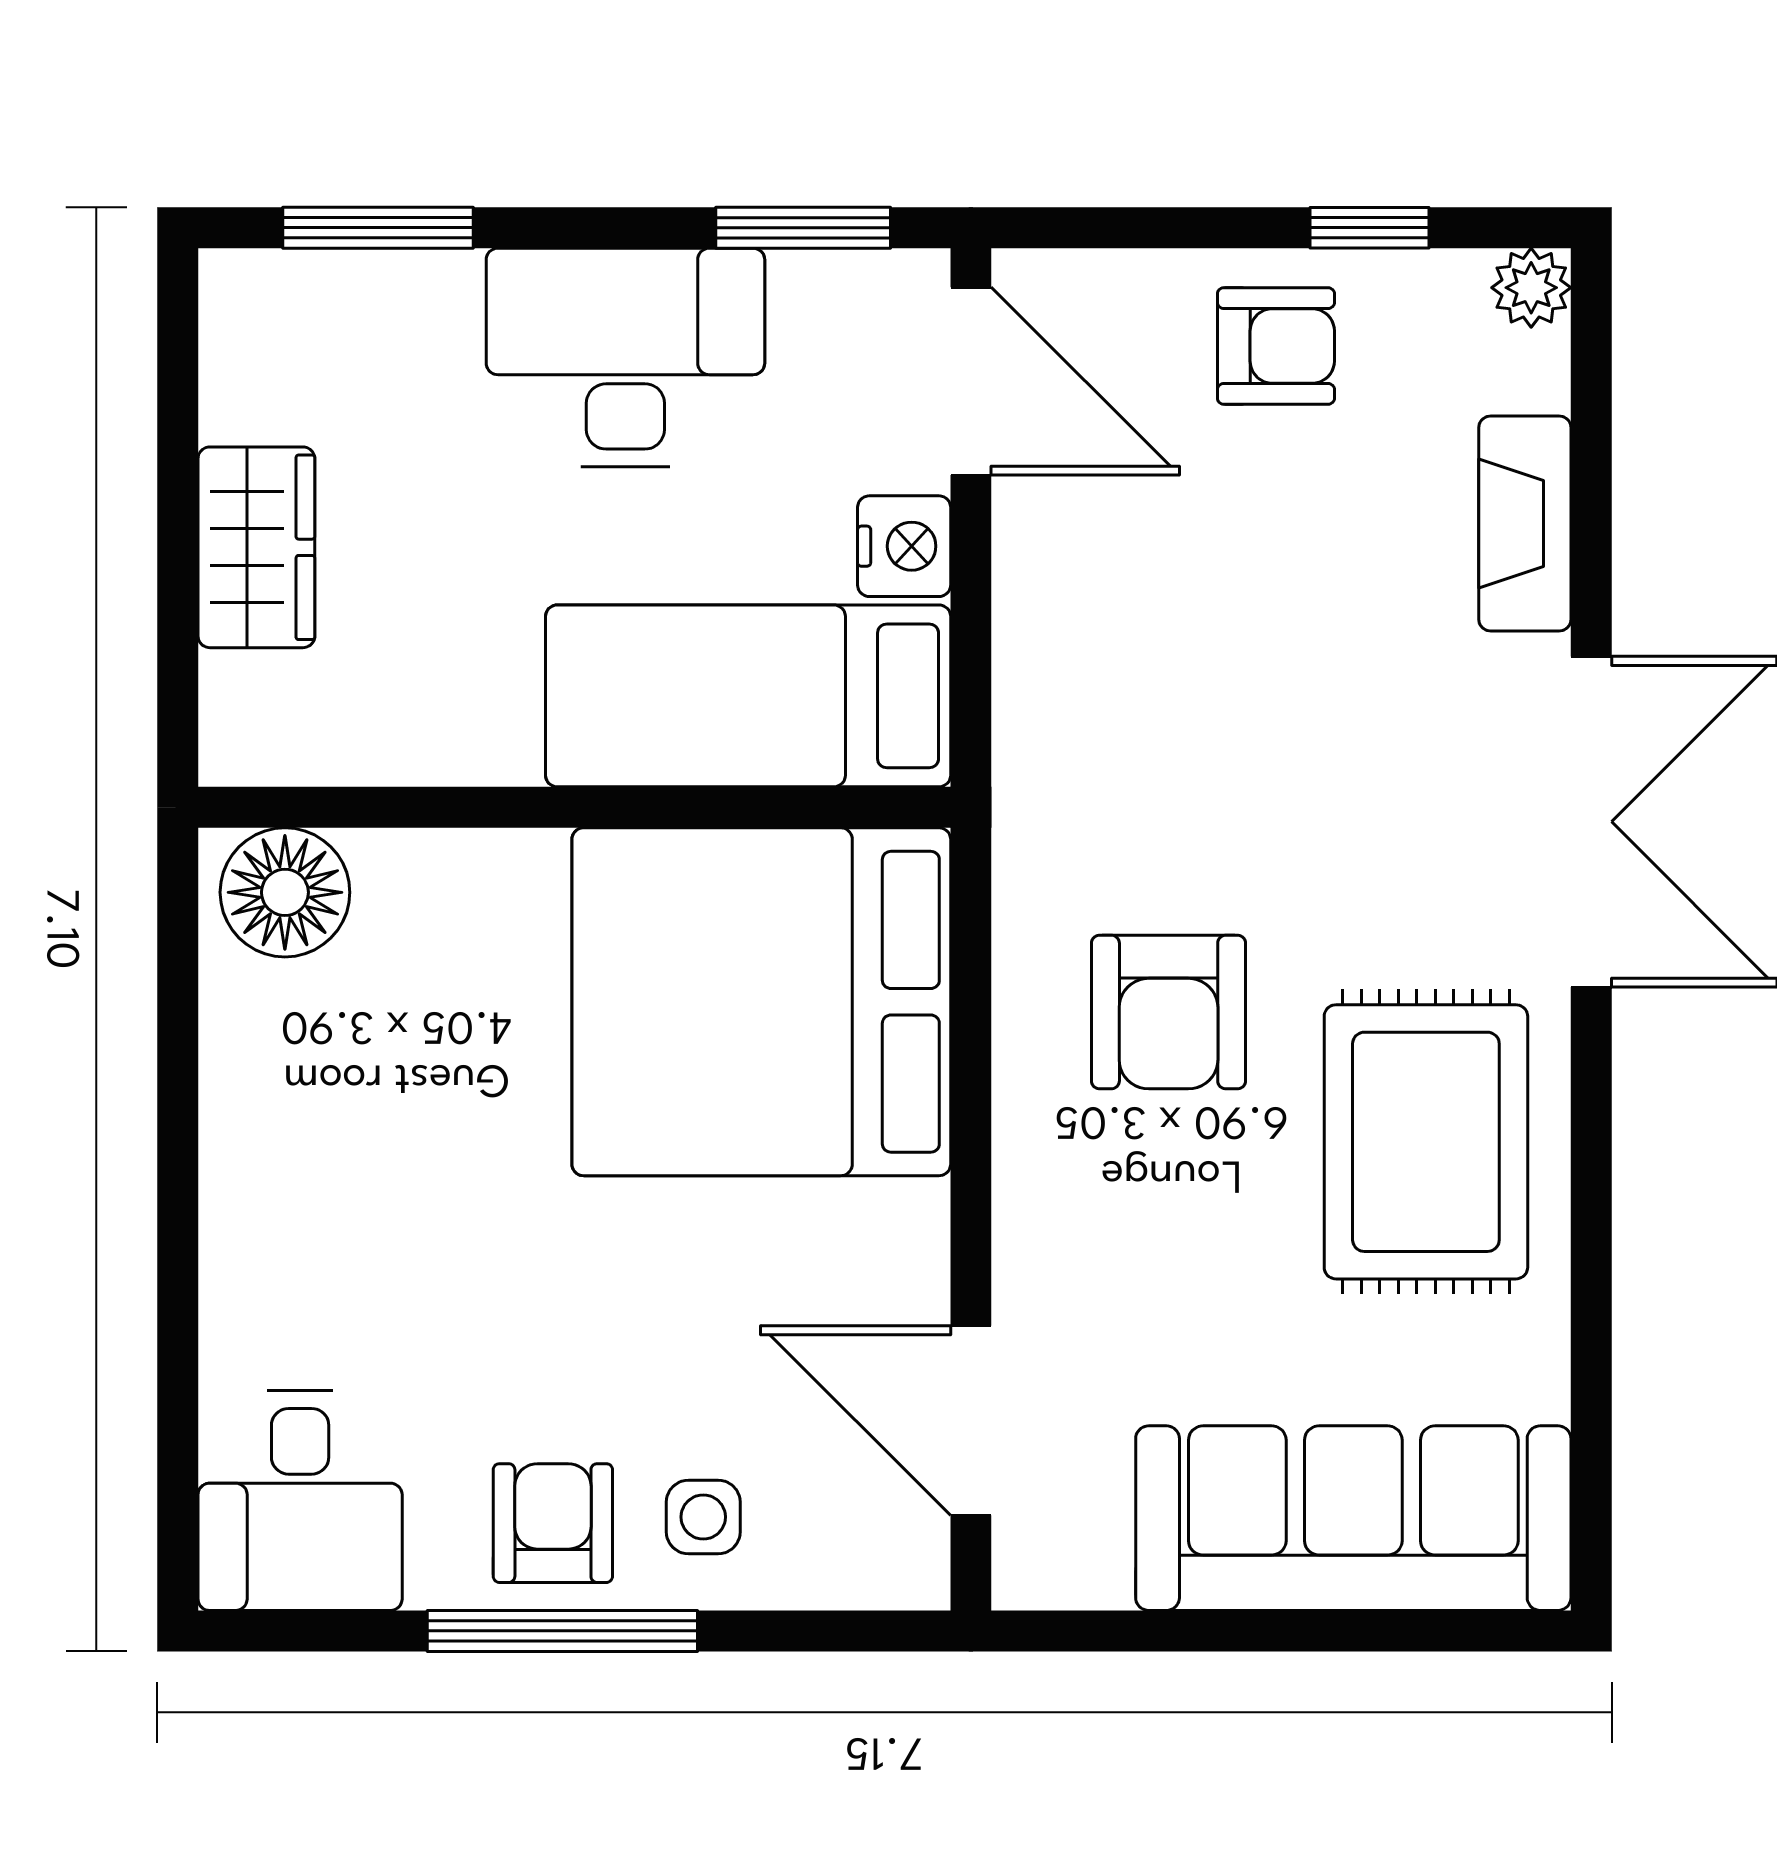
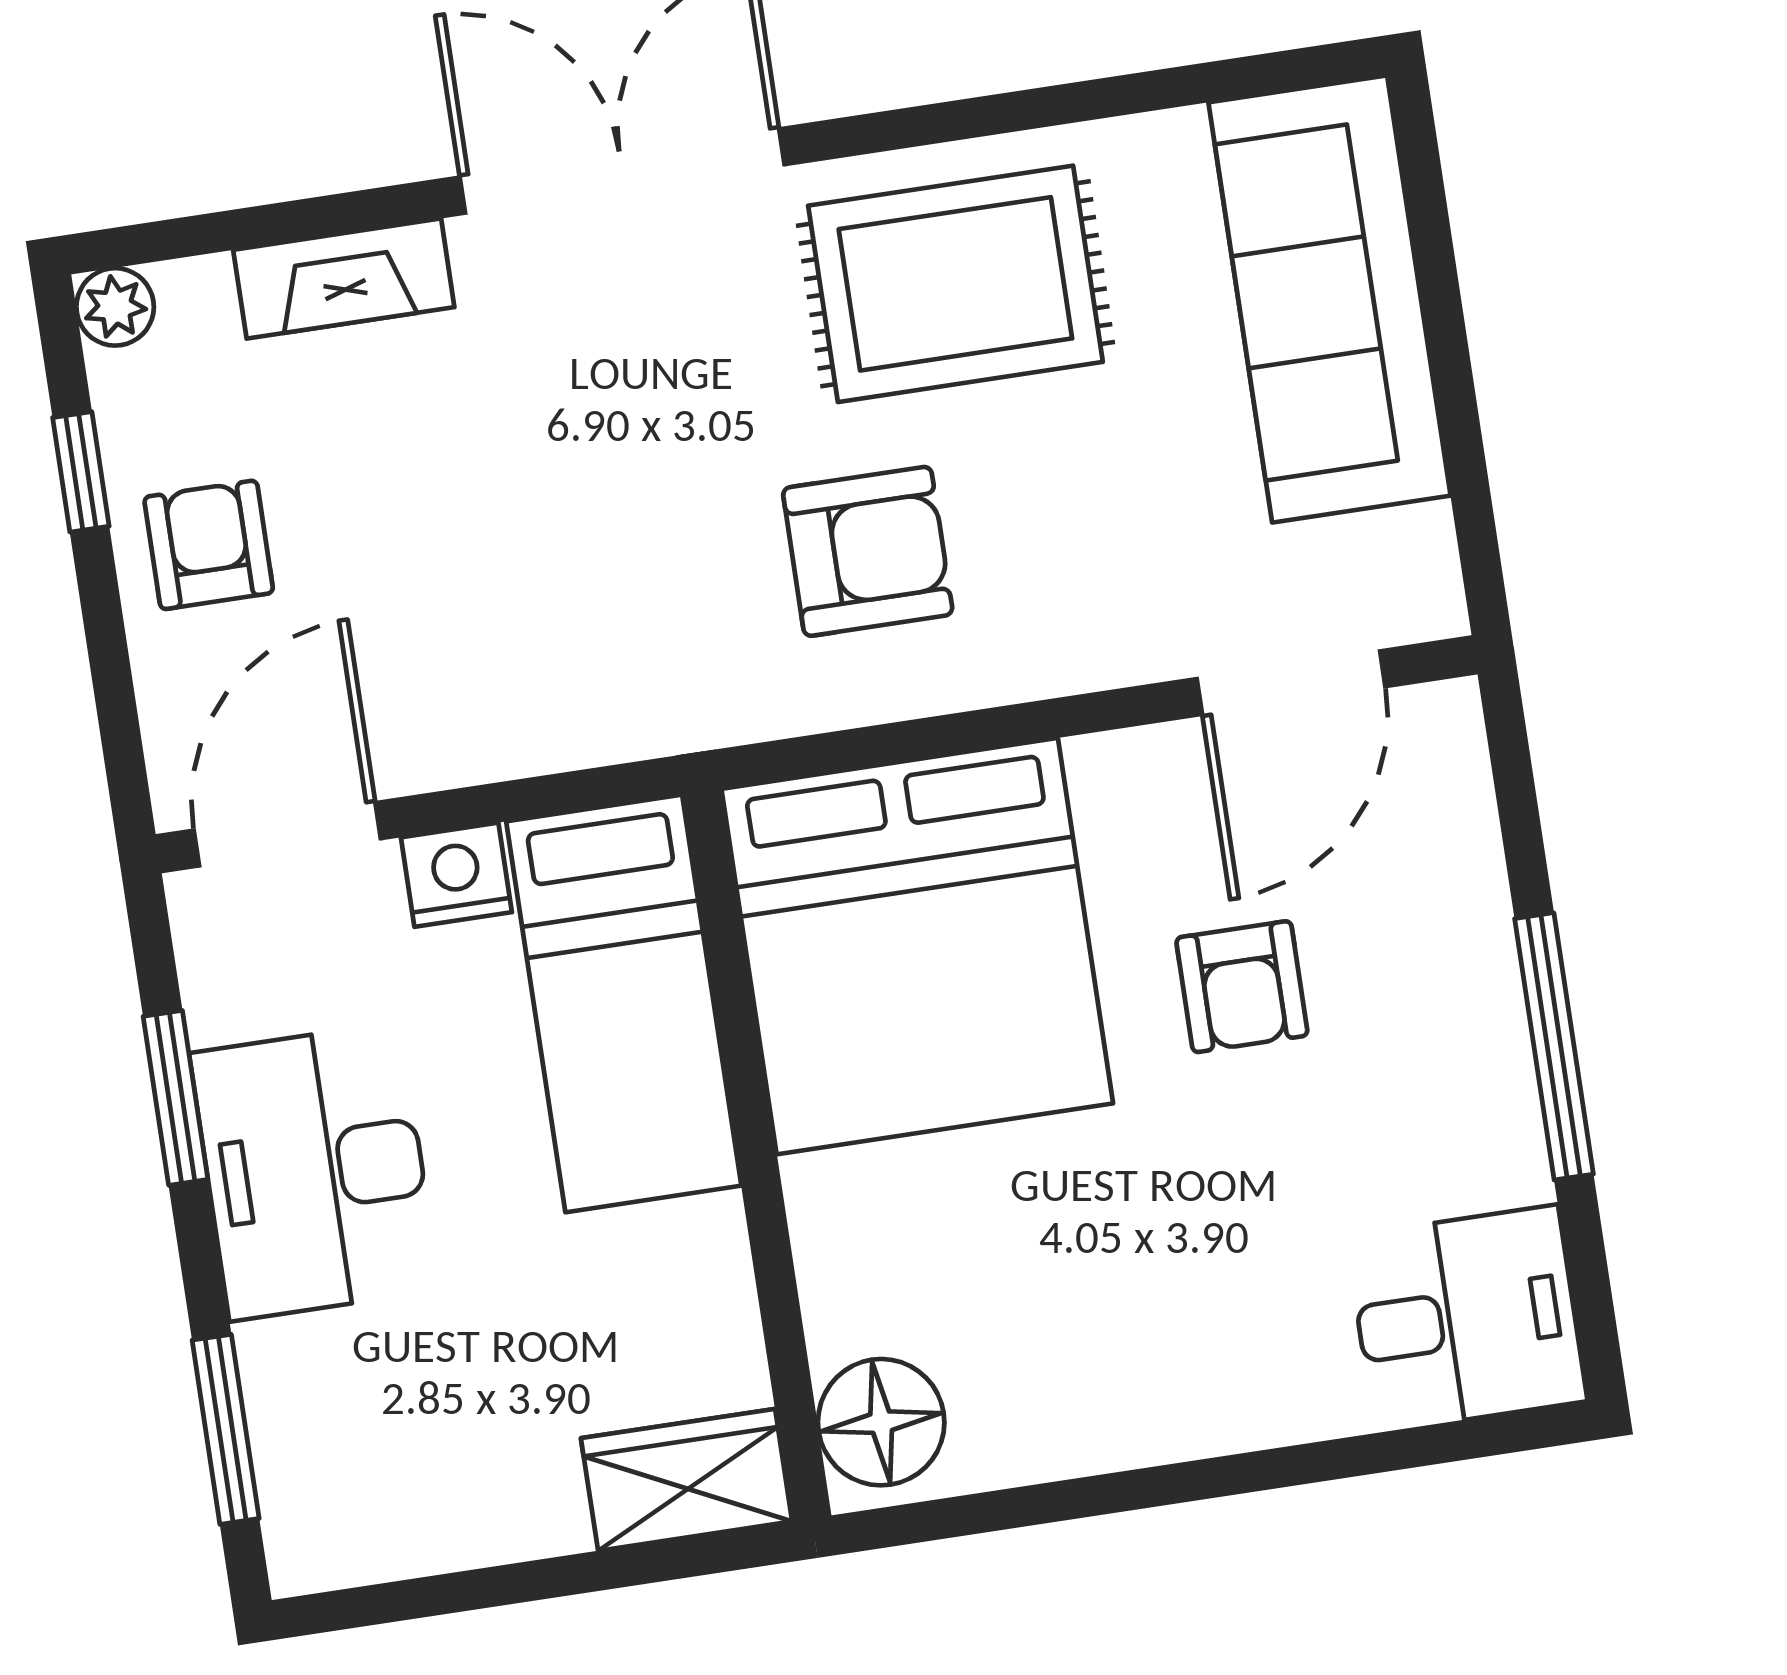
window: (803, 228) -> (176, 1098), moved
wardrobe: (256, 547) -> (687, 1480), moved
side table: (703, 1517) -> (1423, 927), removed
armchair: (553, 1523) -> (1242, 987), moved, turned -90

